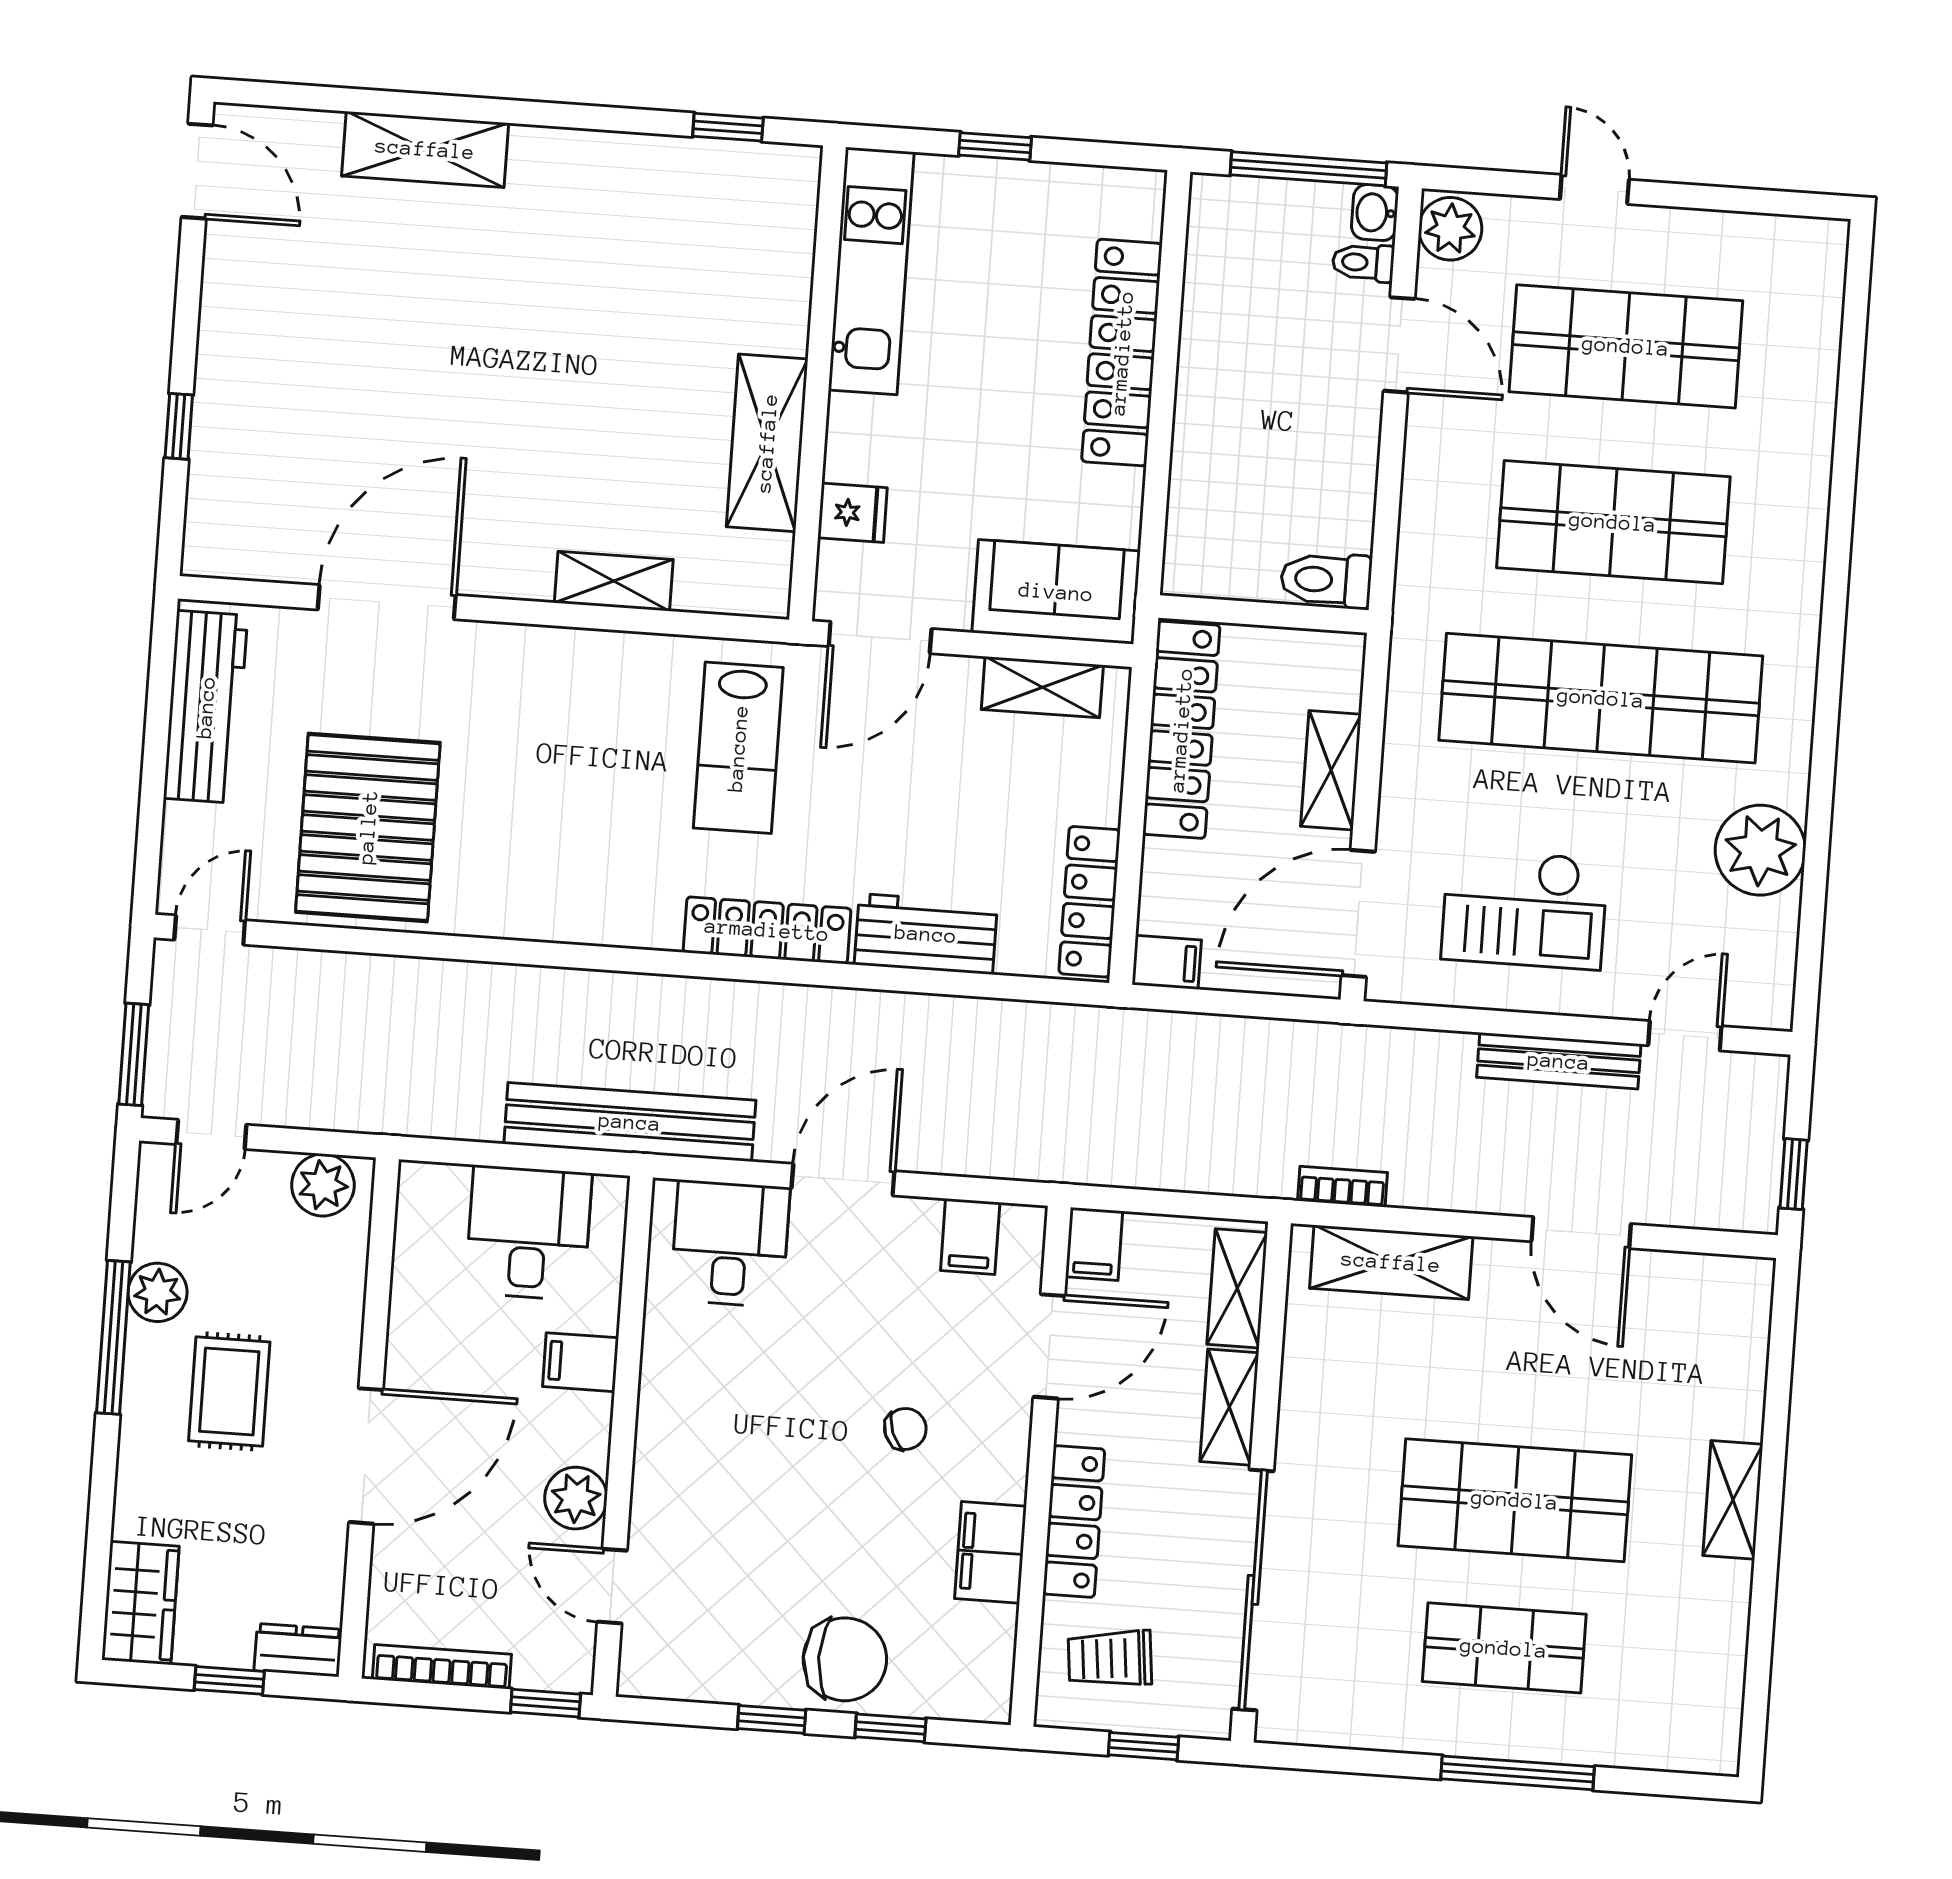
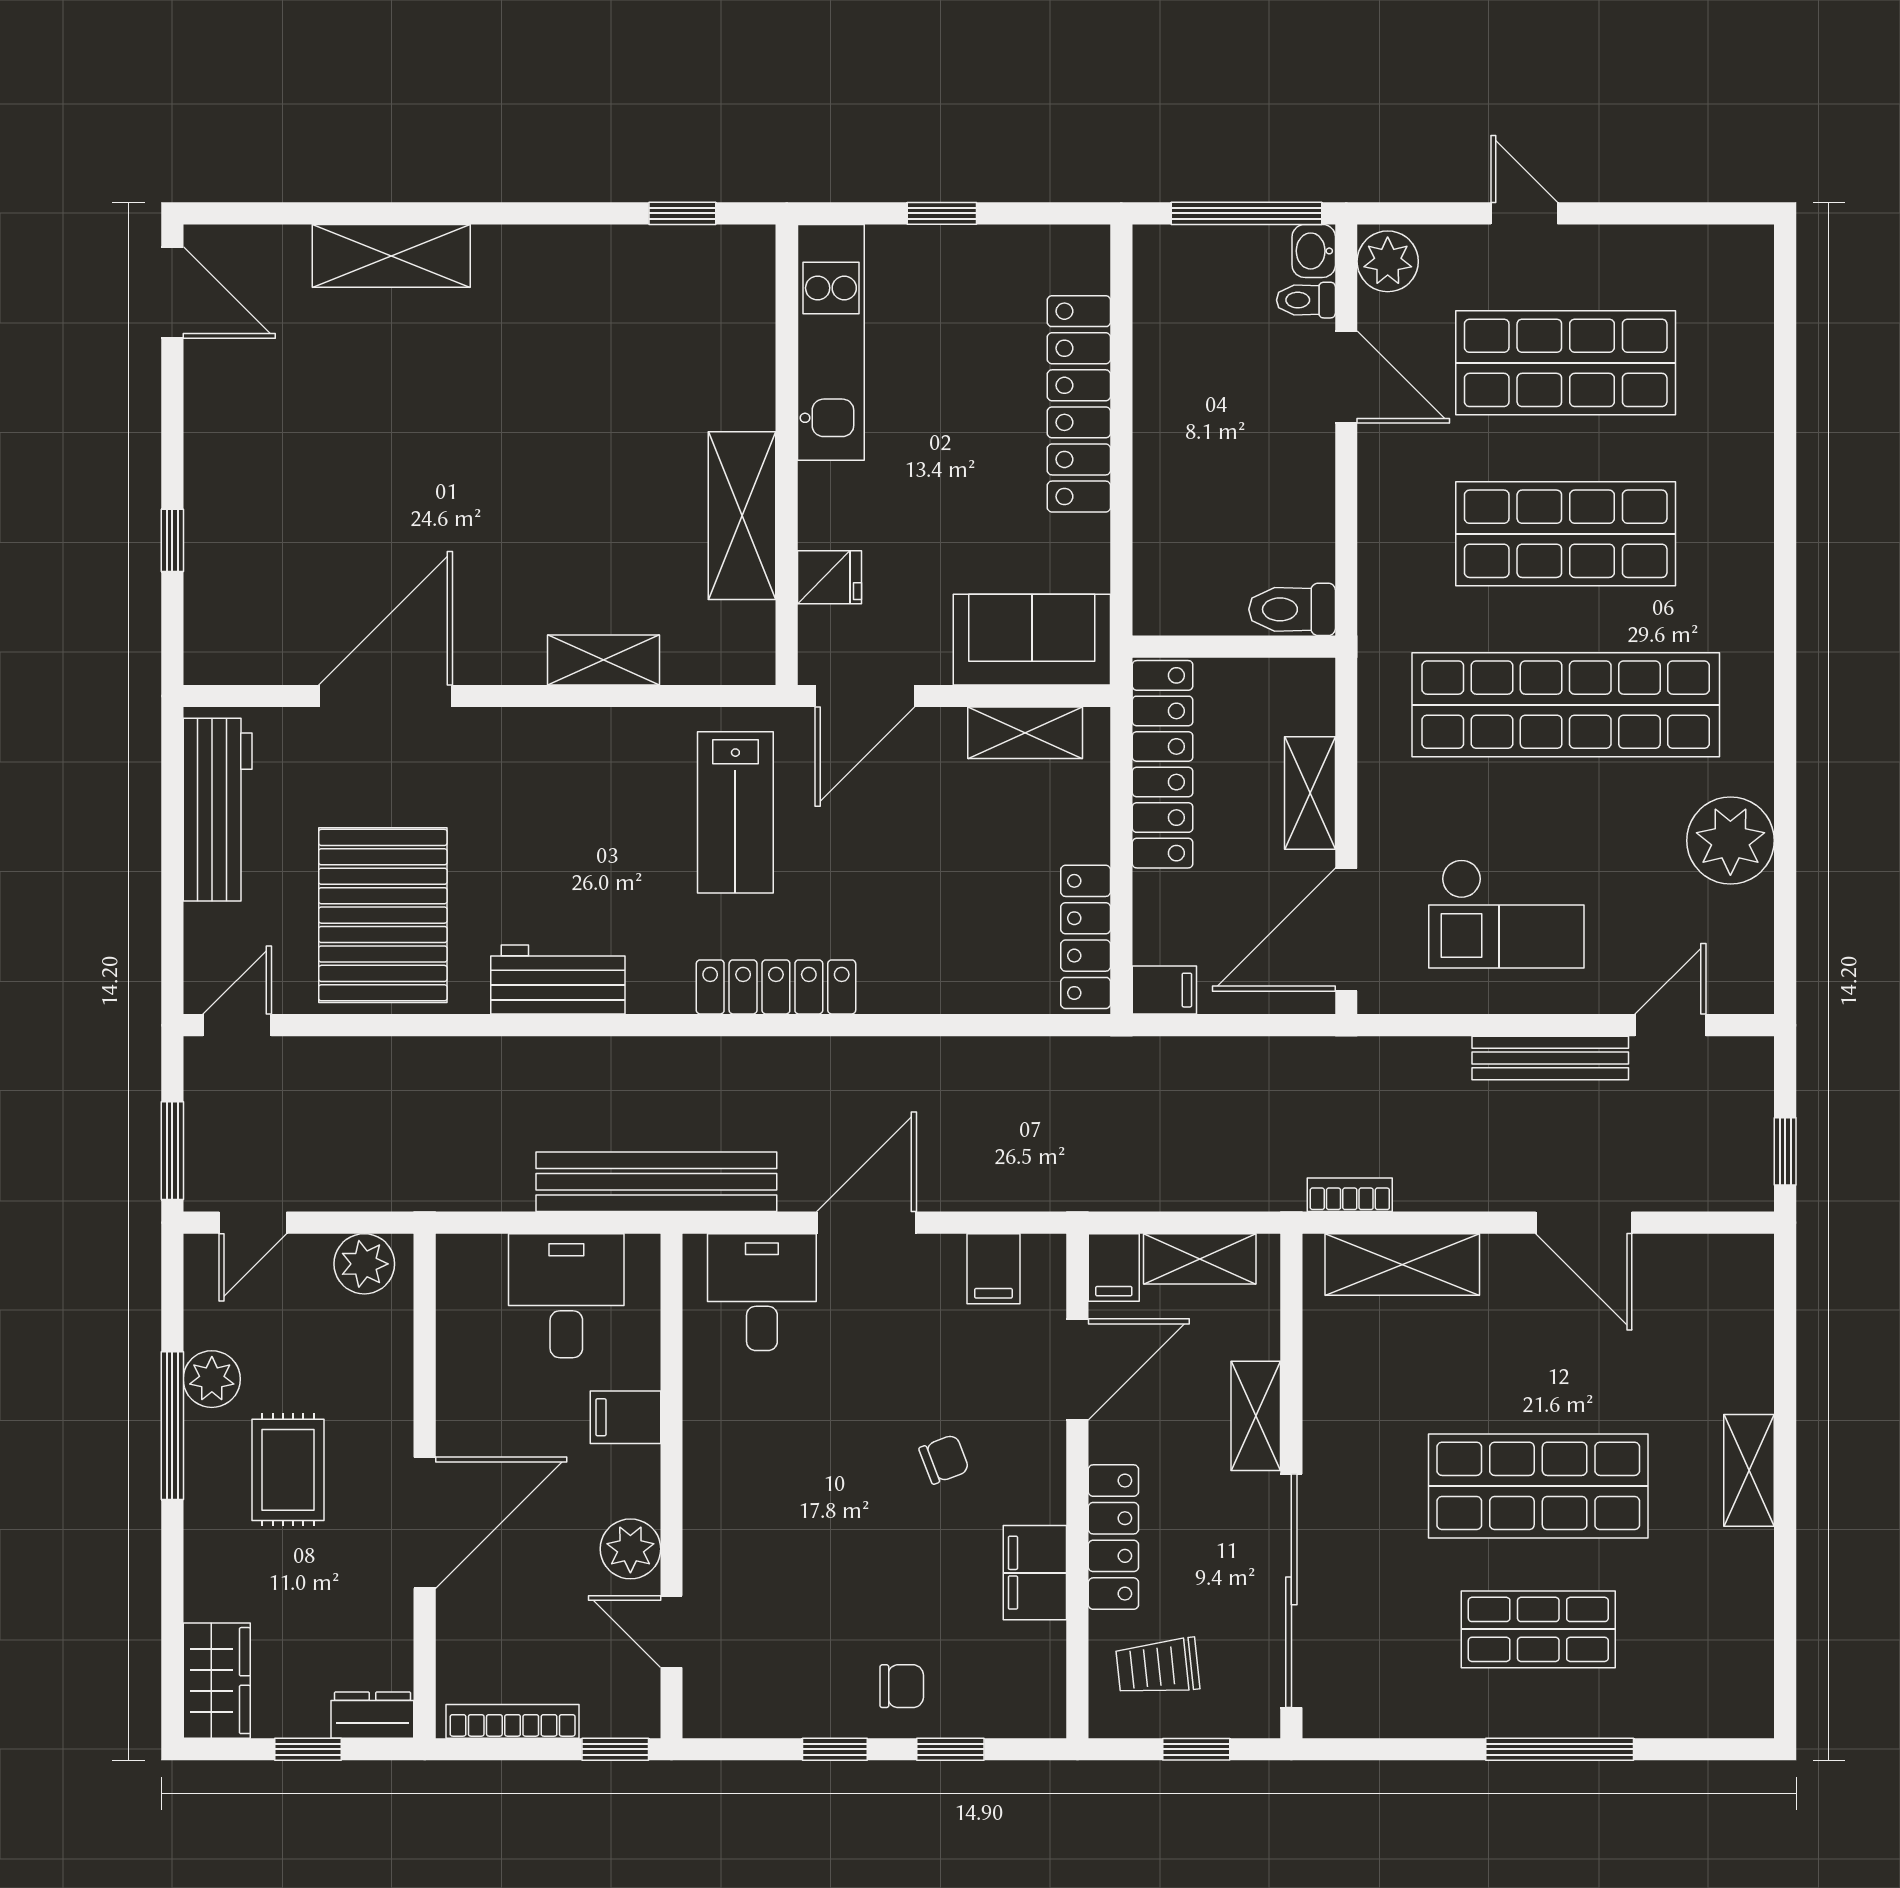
workbench: (926, 934) -> (558, 980), moved
shelving: (1237, 1288) -> (1200, 1259), moved, turned 90
chair: (845, 1659) -> (902, 1686), width x0.54, depth x0.54

